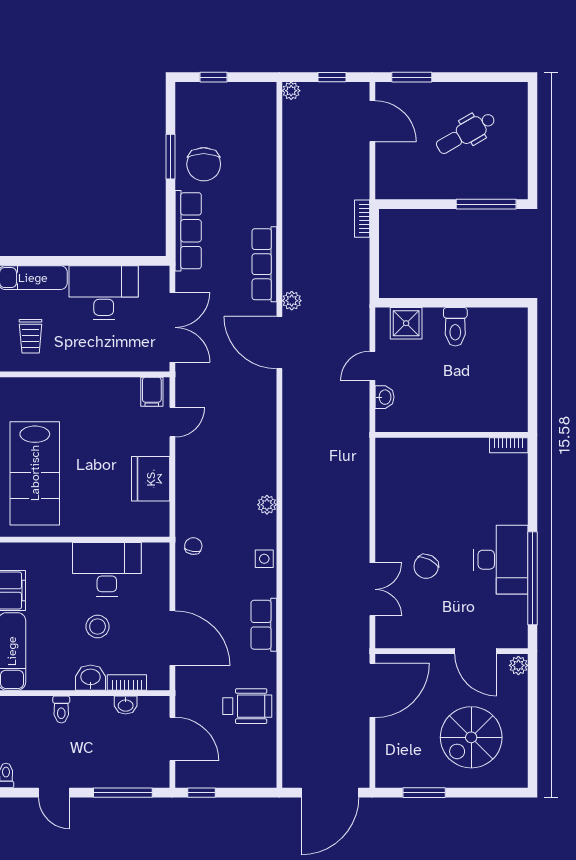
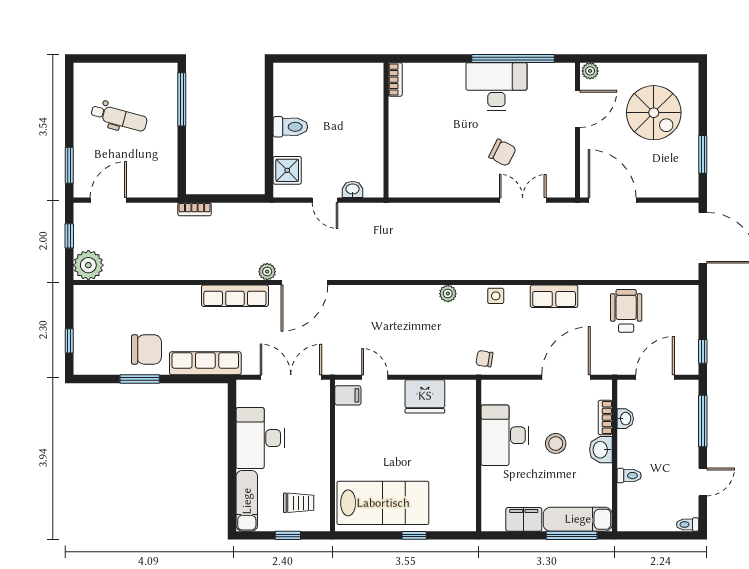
plant: (291, 91) -> (88, 265), width x1.87, depth x1.87
dental chair: (466, 133) -> (119, 118), turned -45
lab bench: (35, 473) -> (383, 503), moved

